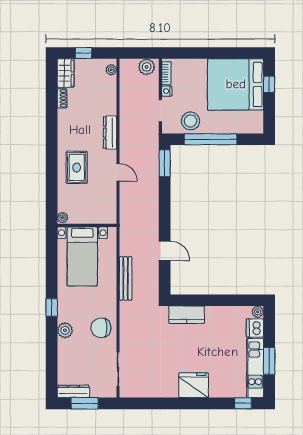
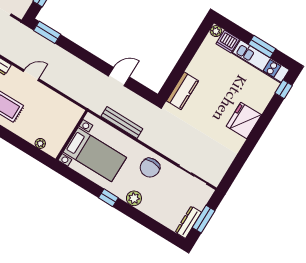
wall: (87, 225) -> (72, 135), moved
bed with nightstands: (82, 256) -> (95, 155), moved

